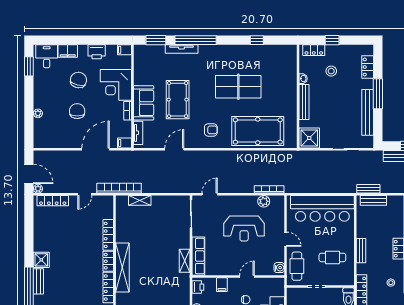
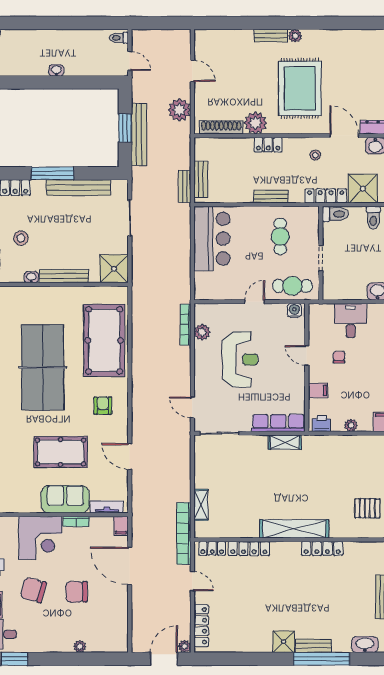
table tennis table: (238, 87) -> (43, 367), width x1.36, depth x1.32
bar counter: (322, 208) -> (212, 239), width x0.73
locker: (108, 261) -> (212, 548), moved

